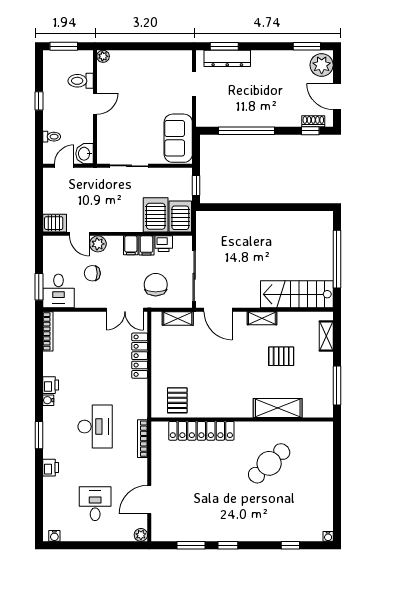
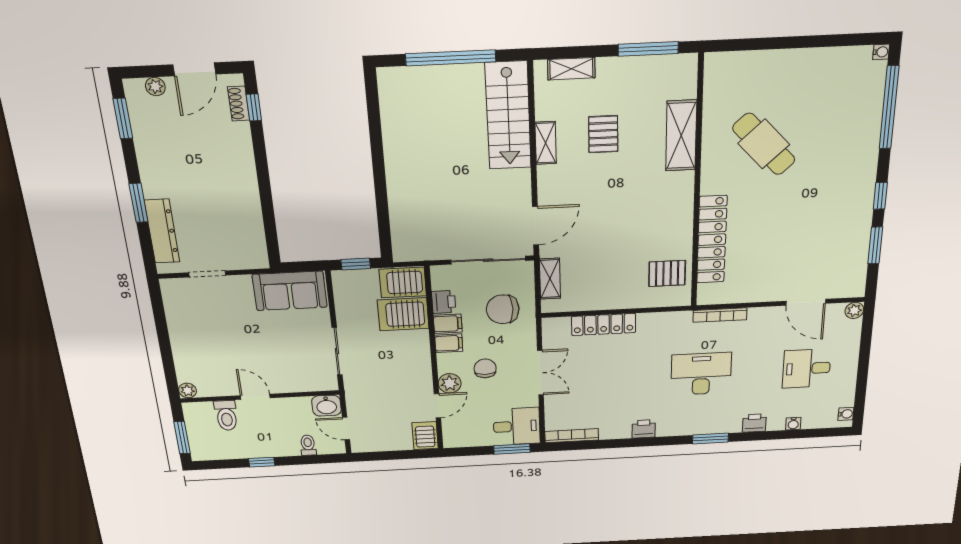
window: (224, 46) -> (138, 203), moved
plant: (322, 65) -> (155, 87), width x0.53, depth x0.53
window: (247, 131) -> (266, 199), removed
chair: (92, 273) -> (485, 368), moved, turned 180
double door: (125, 310) -> (540, 373), moved
shelving: (262, 318) -> (546, 143), moved
water cooler: (48, 400) -> (793, 424), moved
window: (290, 545) -> (889, 108), width x3.17

